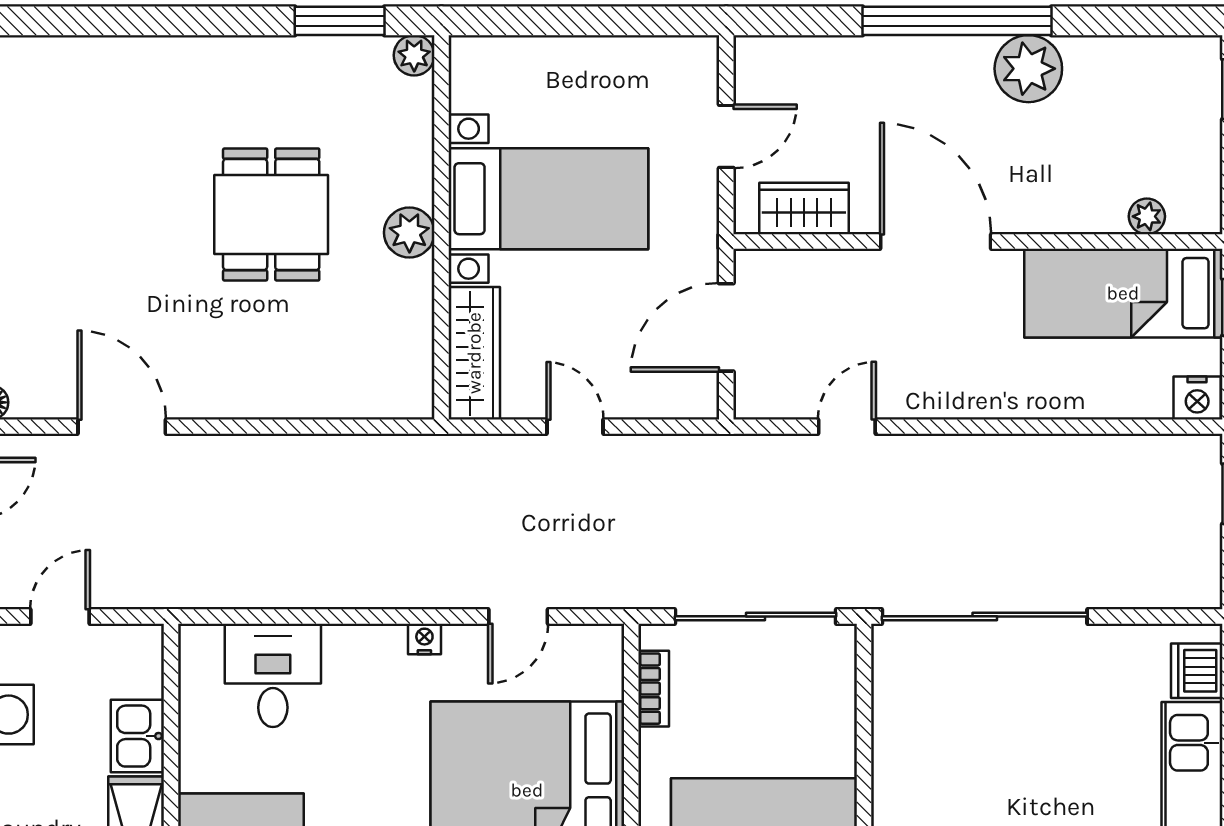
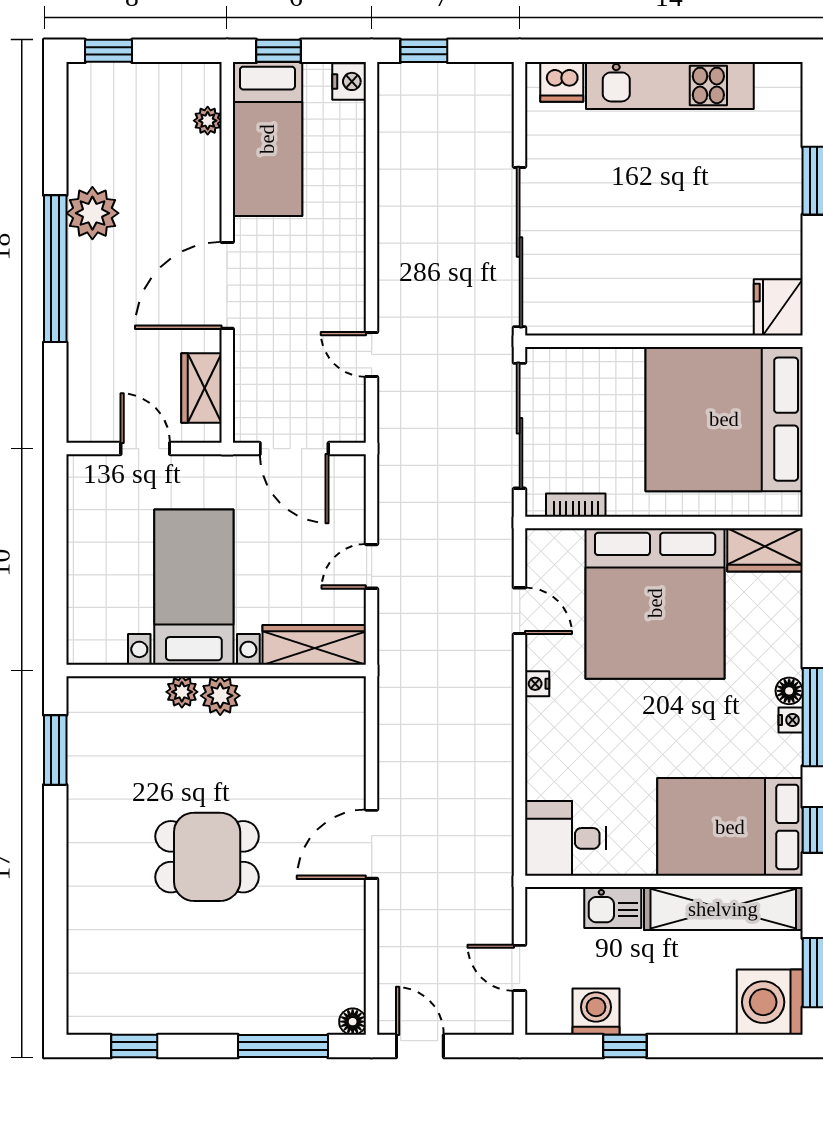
plant: (414, 55) -> (182, 692), moved
dining table: (271, 214) -> (207, 857), moved
door: (122, 427) -> (372, 844), moved
desk: (273, 675) -> (565, 838), moved

